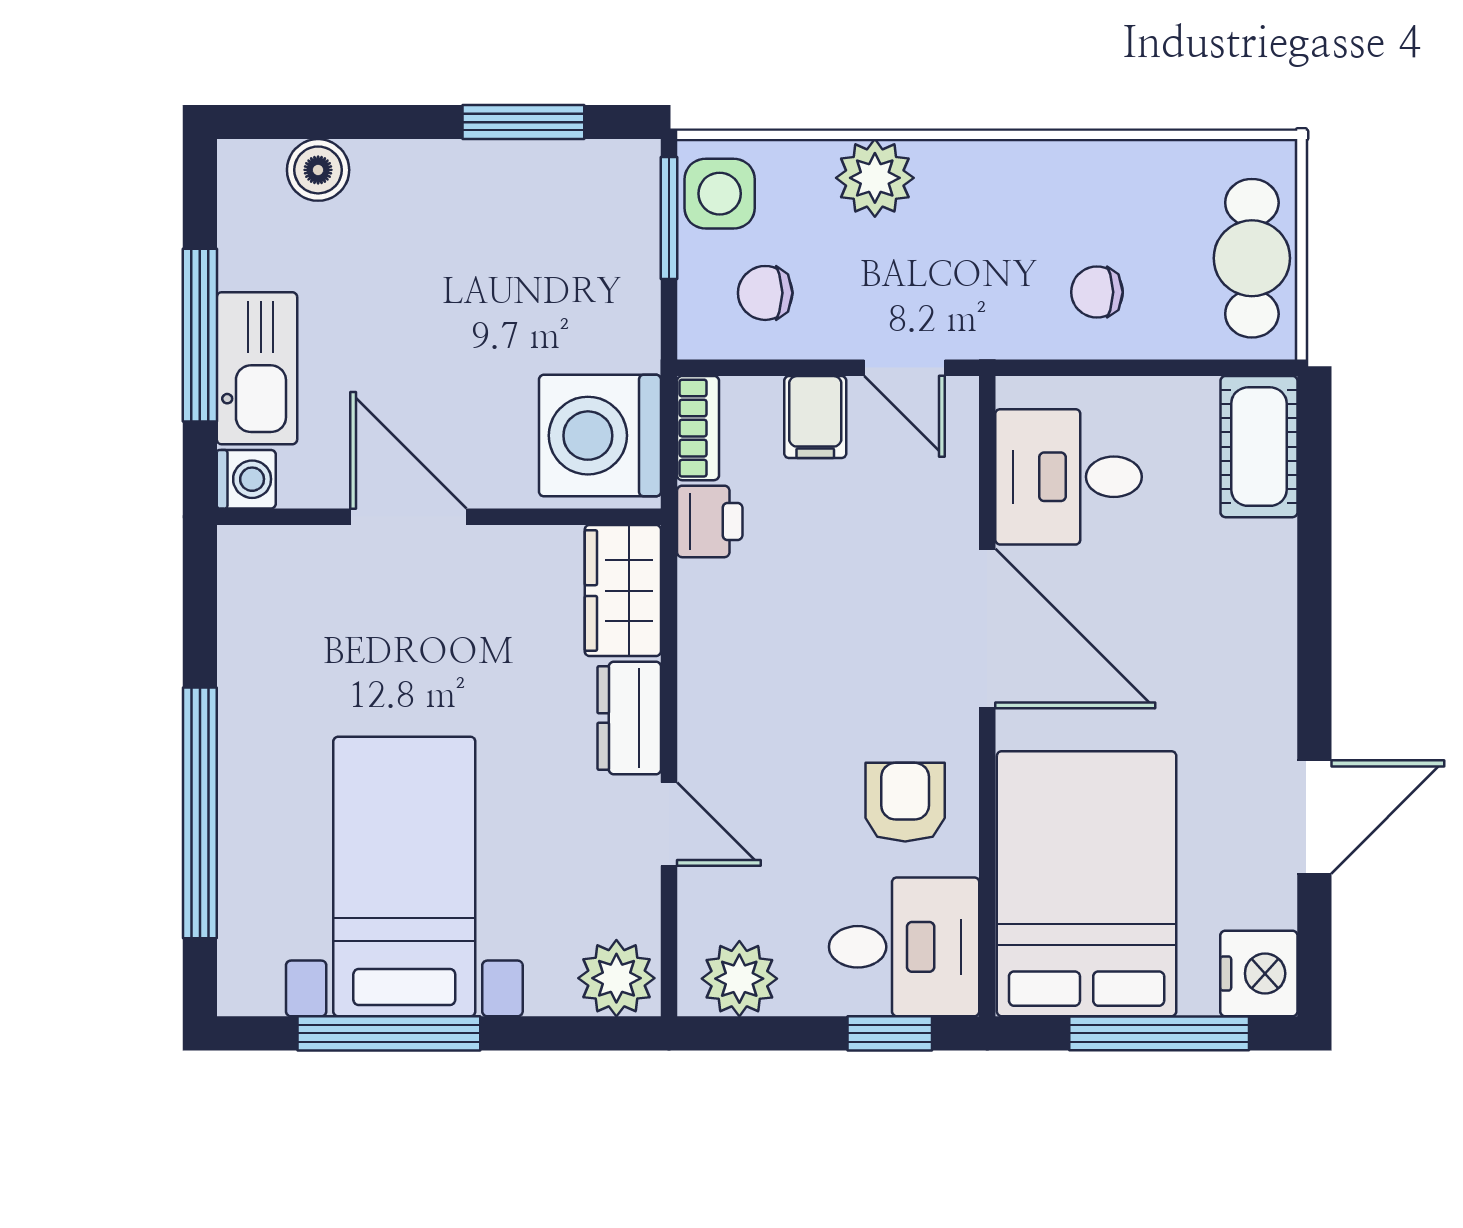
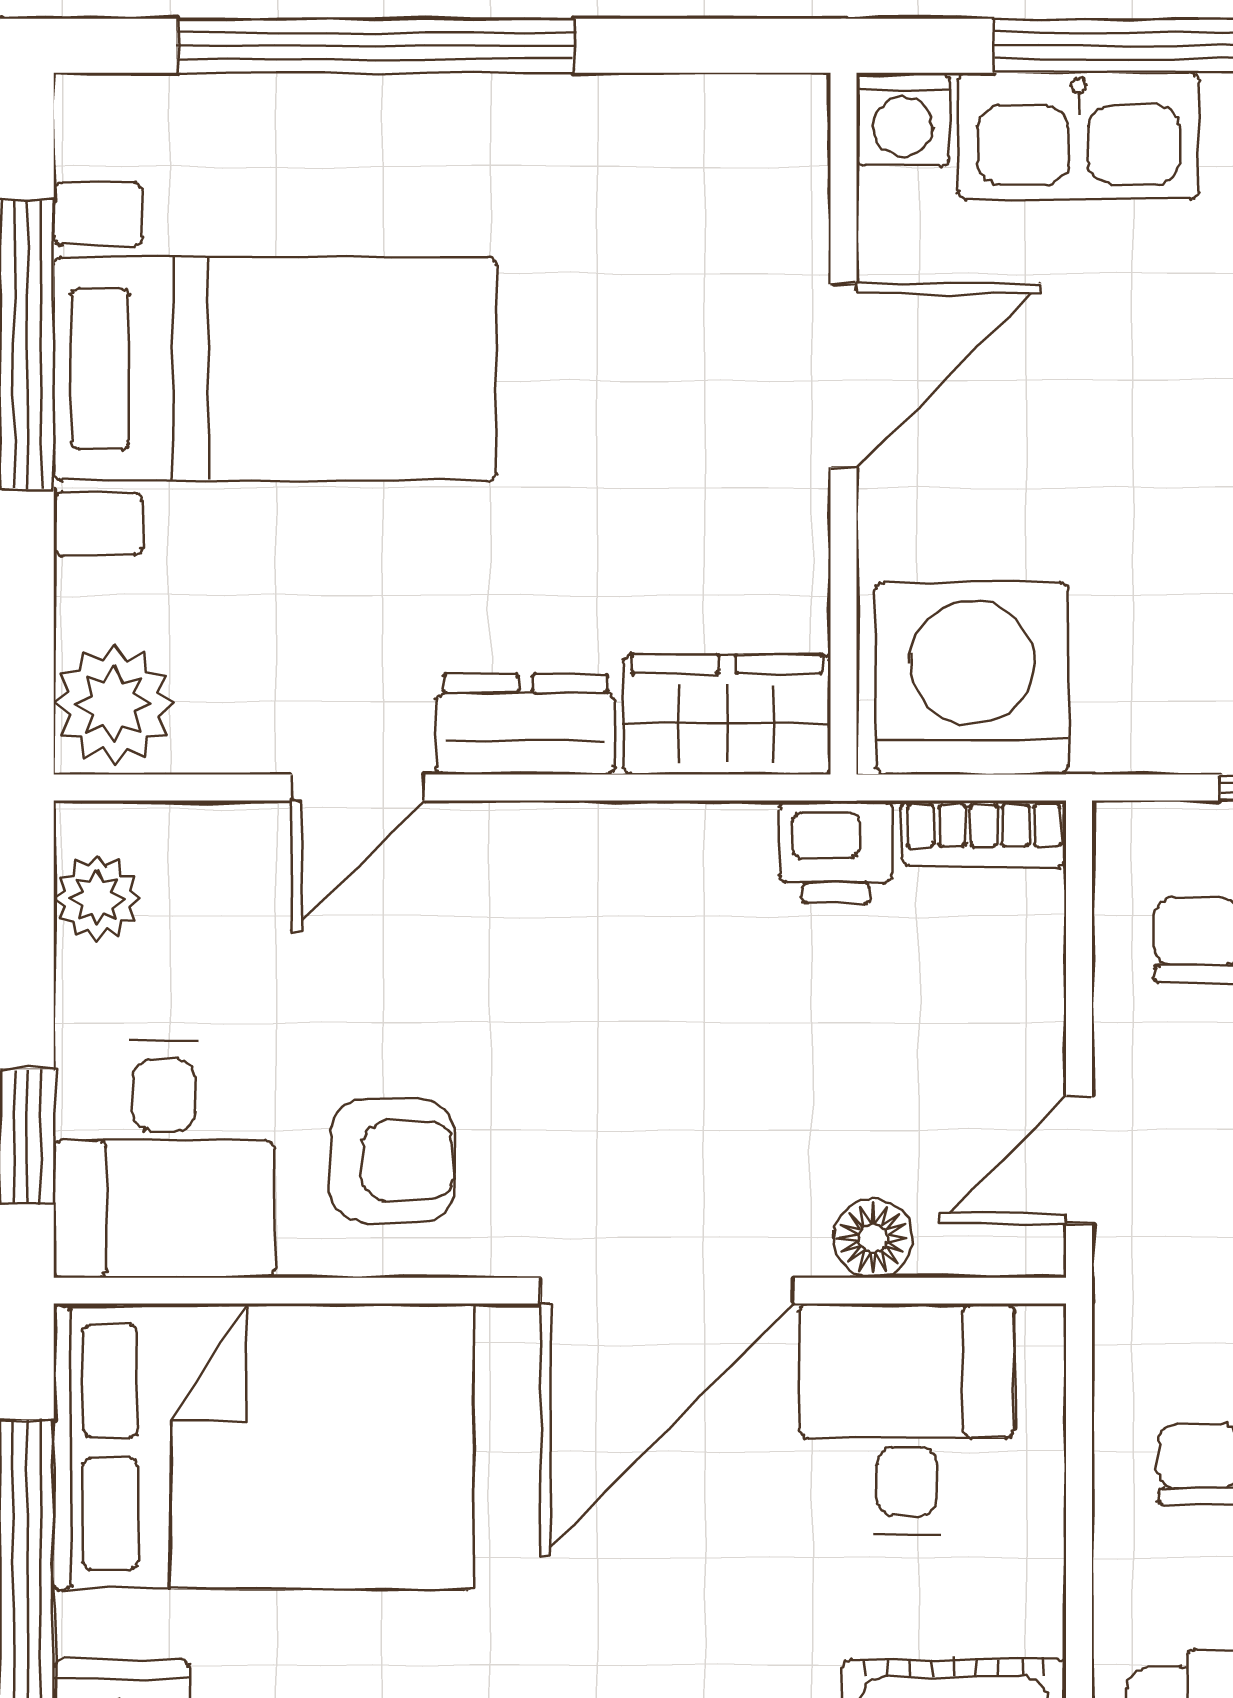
filing cabinet: (815, 417) -> (1001, 1019), removed
floor lamp: (954, 498) -> (873, 1238), added
plant: (739, 979) -> (97, 899), width x0.73, depth x0.73

